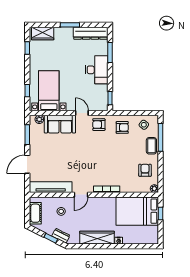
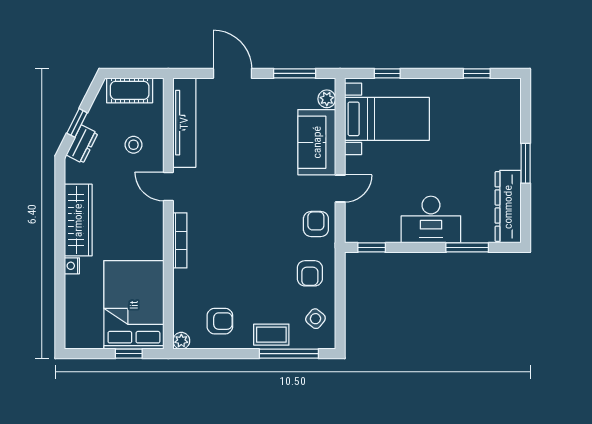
wardrobe: (43, 33) -> (508, 106), removed

